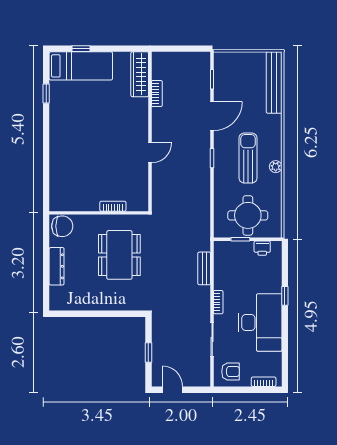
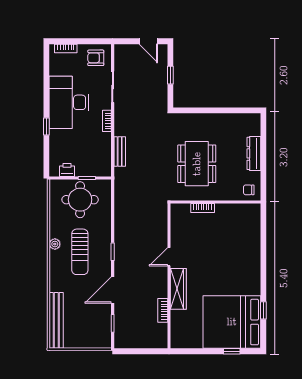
bed: (81, 66) -> (232, 322), width x2.04
wardrobe: (140, 74) -> (178, 289), moved
chair: (62, 226) -> (249, 190), width x0.54, depth x0.54

